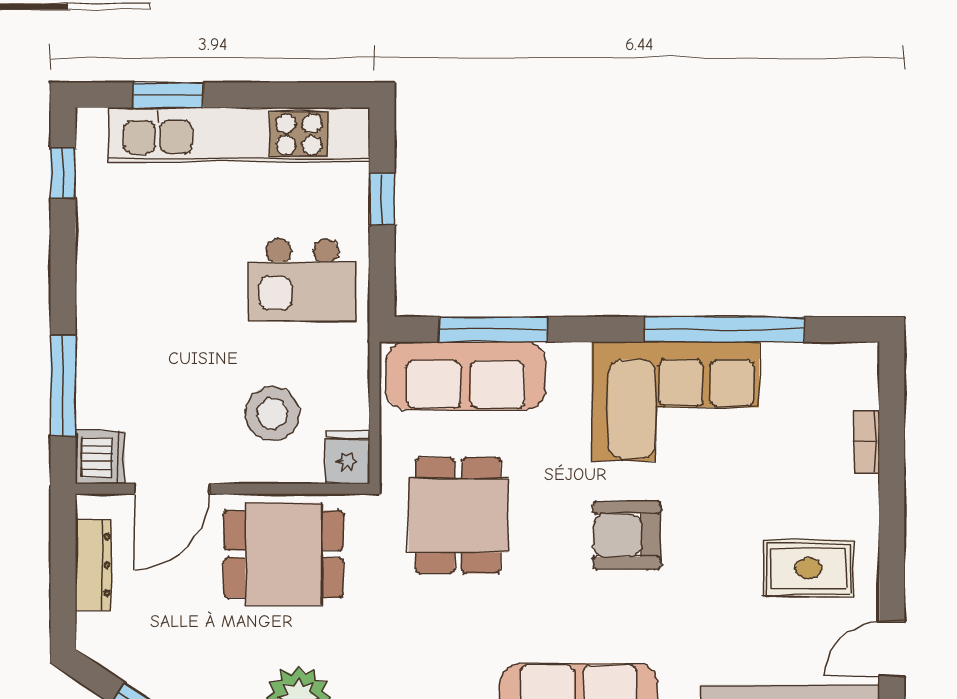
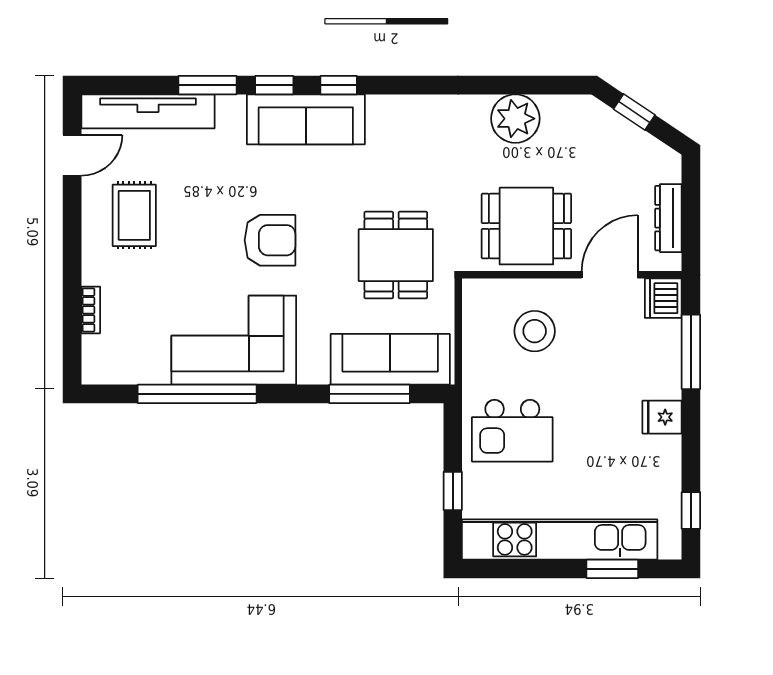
kitchen island: (302, 280) -> (512, 431), turned 180
fridge: (348, 458) -> (662, 417), moved, turned 90
rug: (808, 568) -> (134, 215), turned 90

